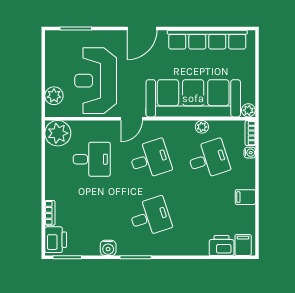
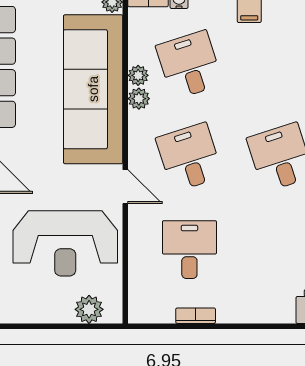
plant: (58, 133) -> (139, 99), moved, width x0.53, depth x0.53
bookcase: (50, 213) -> (196, 316), moved

